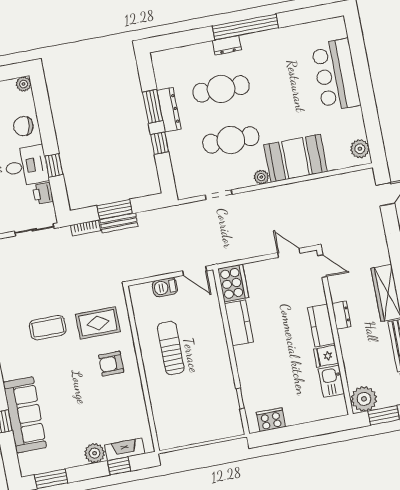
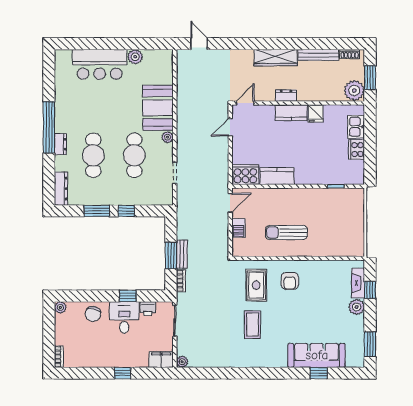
dresser: (169, 110) -> (61, 189), moved, turned 90
plant: (360, 149) -> (135, 57), moved
kitchen sink: (331, 381) -> (356, 127), moved, turned 90
cooker: (271, 420) -> (357, 150), moved

